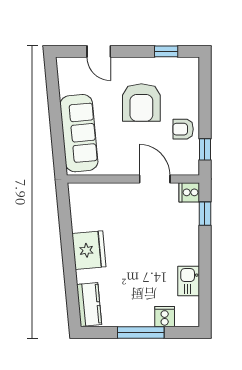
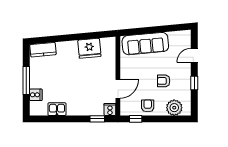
window: (166, 51) -> (194, 83), moved
plant: (186, 85) -> (174, 108), added
armchair: (141, 103) -> (164, 81), width x0.53, depth x0.53
fridge: (89, 250) -> (89, 48), moved

